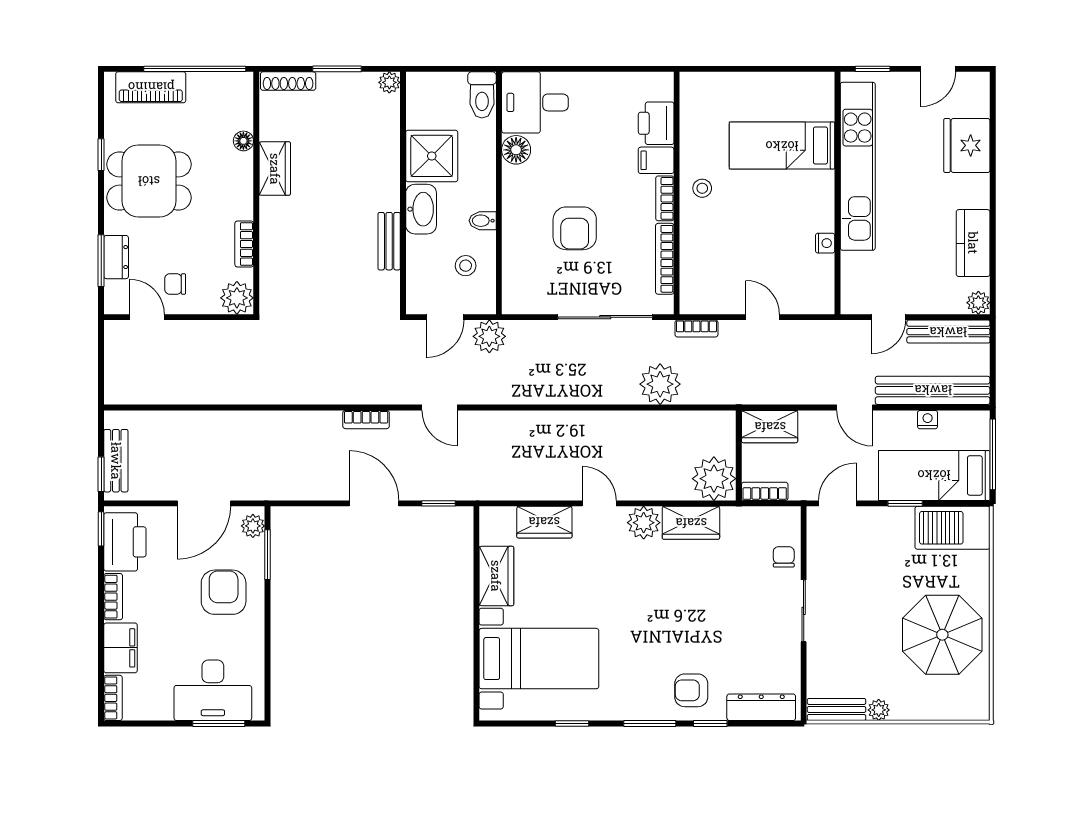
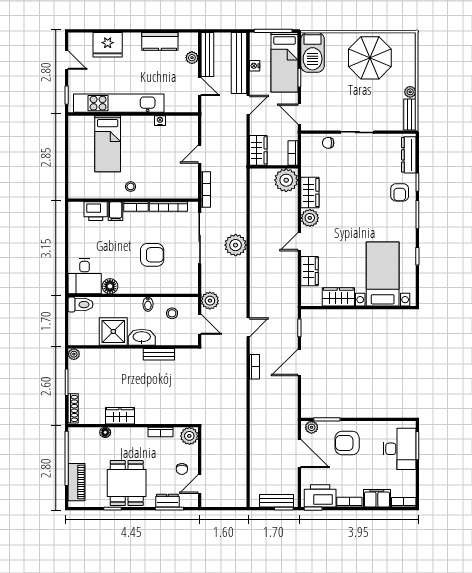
plant: (978, 303) -> (192, 58), moved
bookcase: (696, 329) -> (206, 190), width x1.56
plant: (660, 384) -> (236, 245), moved

